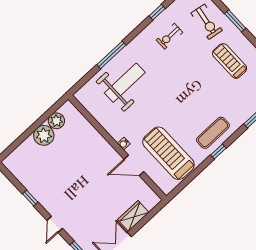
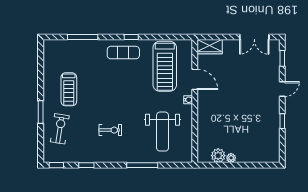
exercise bike: (170, 36) -> (110, 130), moved
weight bench: (125, 83) -> (163, 132), moved, turned -90
plant: (44, 135) -> (231, 158), width x0.53, depth x0.53
wardrobe: (133, 216) -> (210, 47), moved

